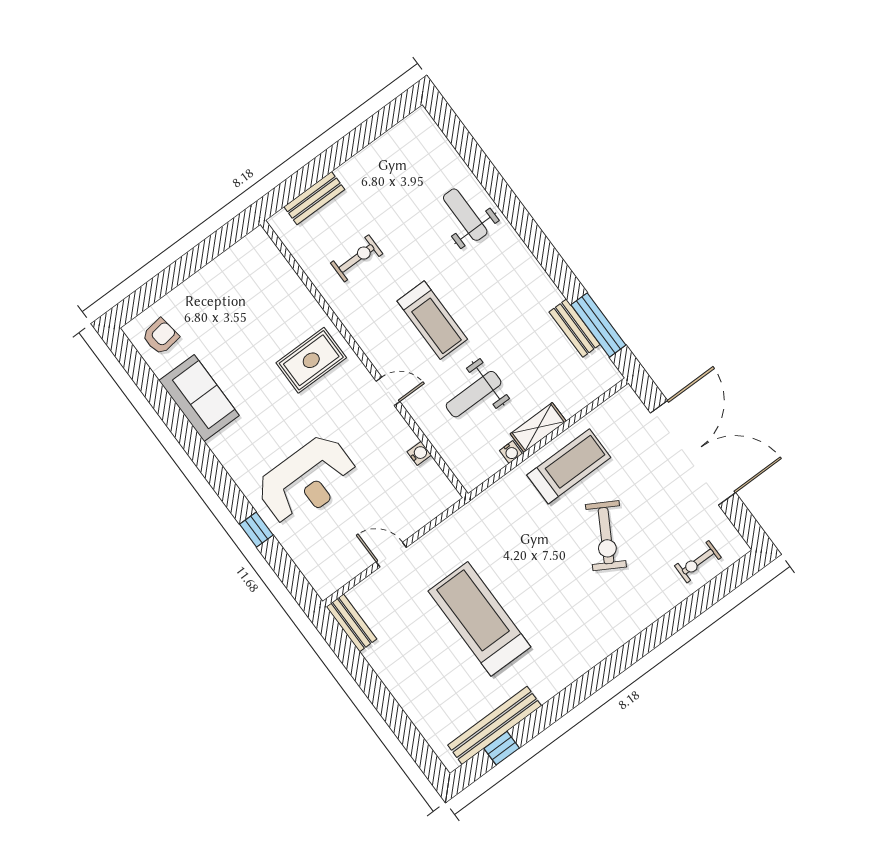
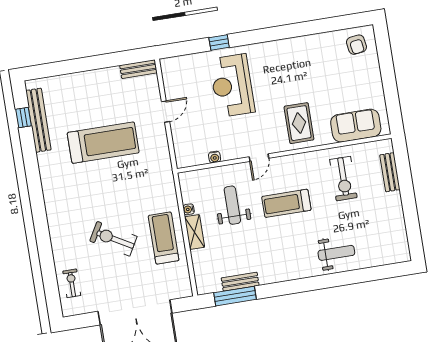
exercise bike: (357, 258) -> (343, 179), width x1.38, depth x1.39
sofa: (199, 398) -> (356, 126), moved, turned 180
treadmill: (569, 466) -> (164, 238), turned 180

